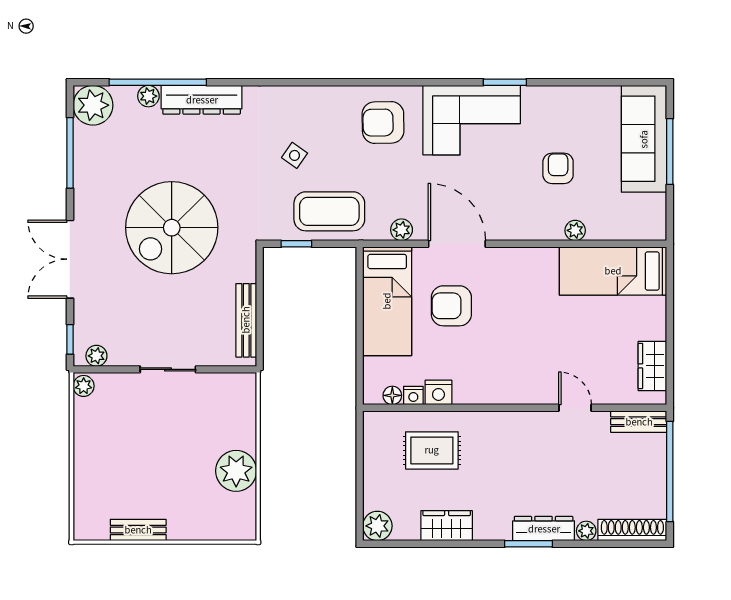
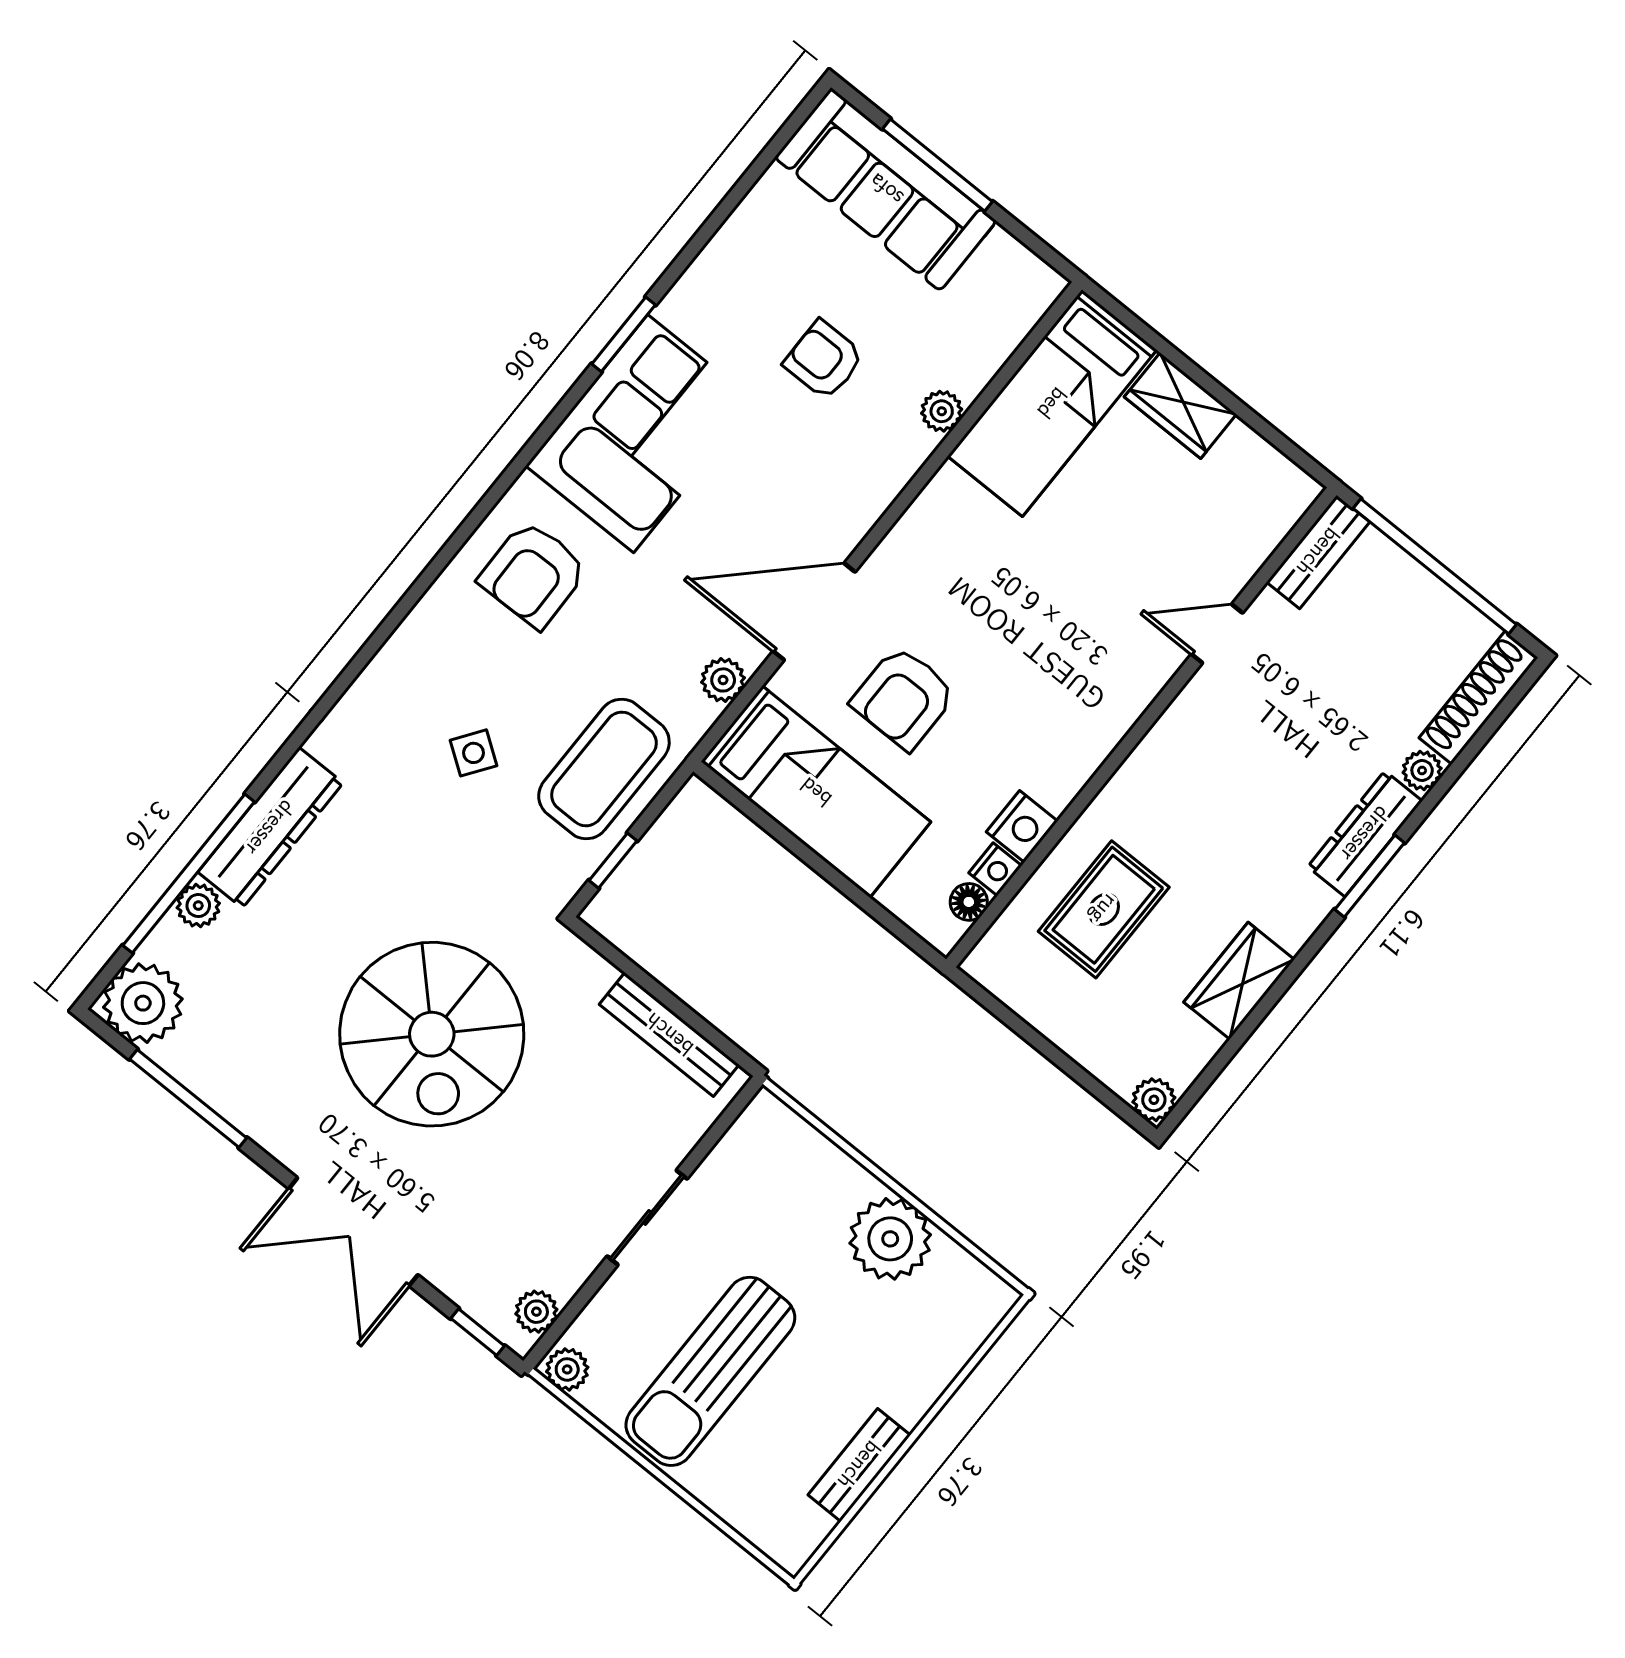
wardrobe: (652, 366) -> (1180, 406), moved
sun lounger: (128, 442) -> (710, 1371), added
plant: (377, 526) -> (1154, 1100), width x0.73, depth x0.73

